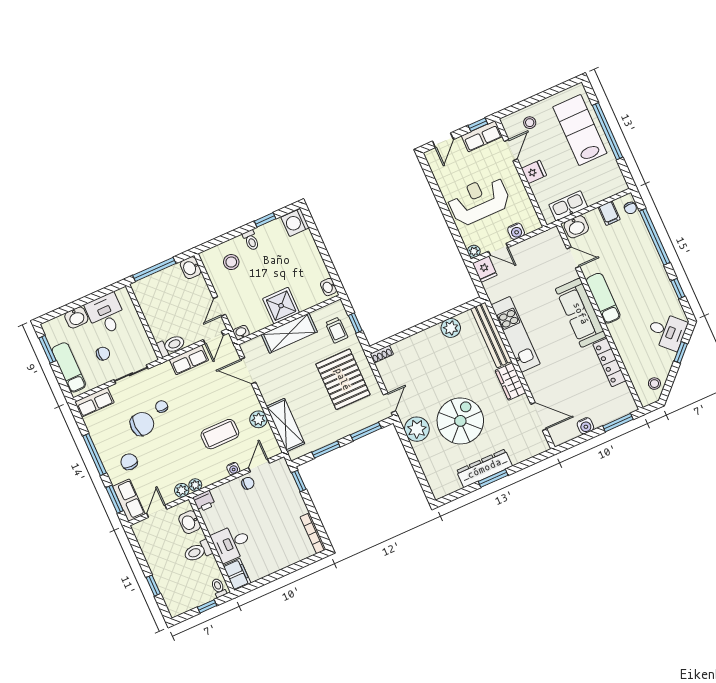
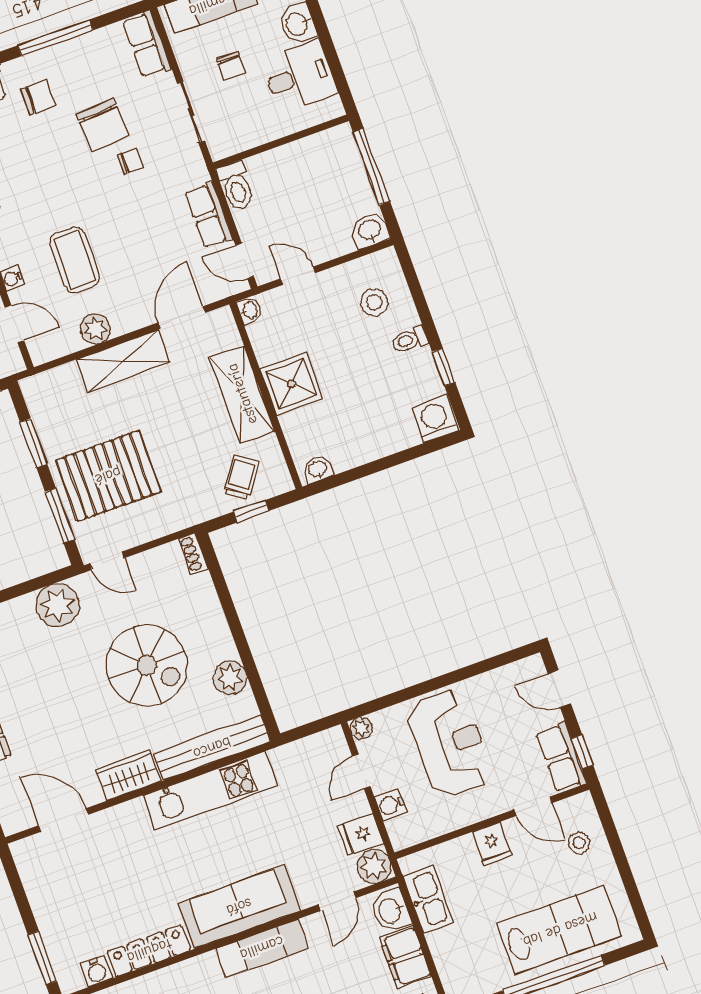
filing cabinet: (609, 213) -> (405, 957), width x2.00
plant: (552, 238) -> (374, 866), added
fridge: (485, 269) -> (360, 834), moved
trolley: (337, 330) -> (241, 478), turned 125
pallet: (343, 379) -> (108, 476), moved
door: (539, 416) -> (63, 820), swing flipped
spiral stairs: (460, 421) -> (147, 665), moved
shelving: (285, 425) -> (123, 361), moved
water cooler: (585, 426) -> (96, 971), moved, turned -90

